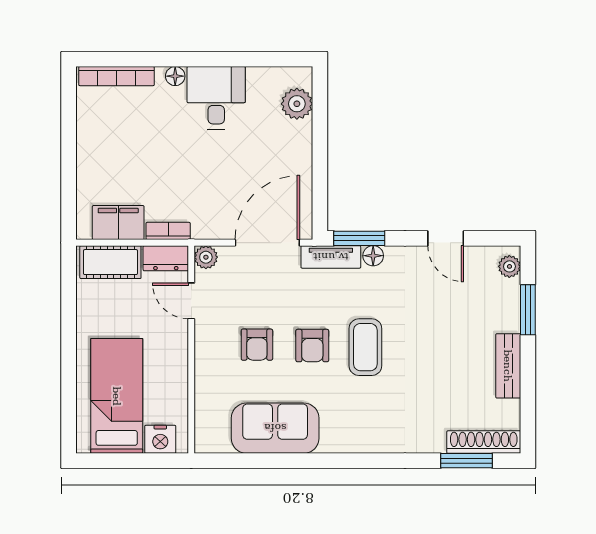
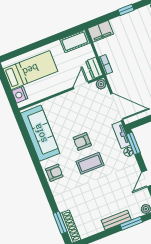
window: (69, 142) -> (126, 10), added
filing cabinet: (118, 223) -> (101, 31), moved, turned 90
cot: (110, 262) -> (75, 41), moved, turned 90
armchair: (257, 345) -> (54, 173), moved, turned 180
bench: (508, 366) -> (116, 220), moved
sofa: (275, 428) -> (40, 133), width x1.36

